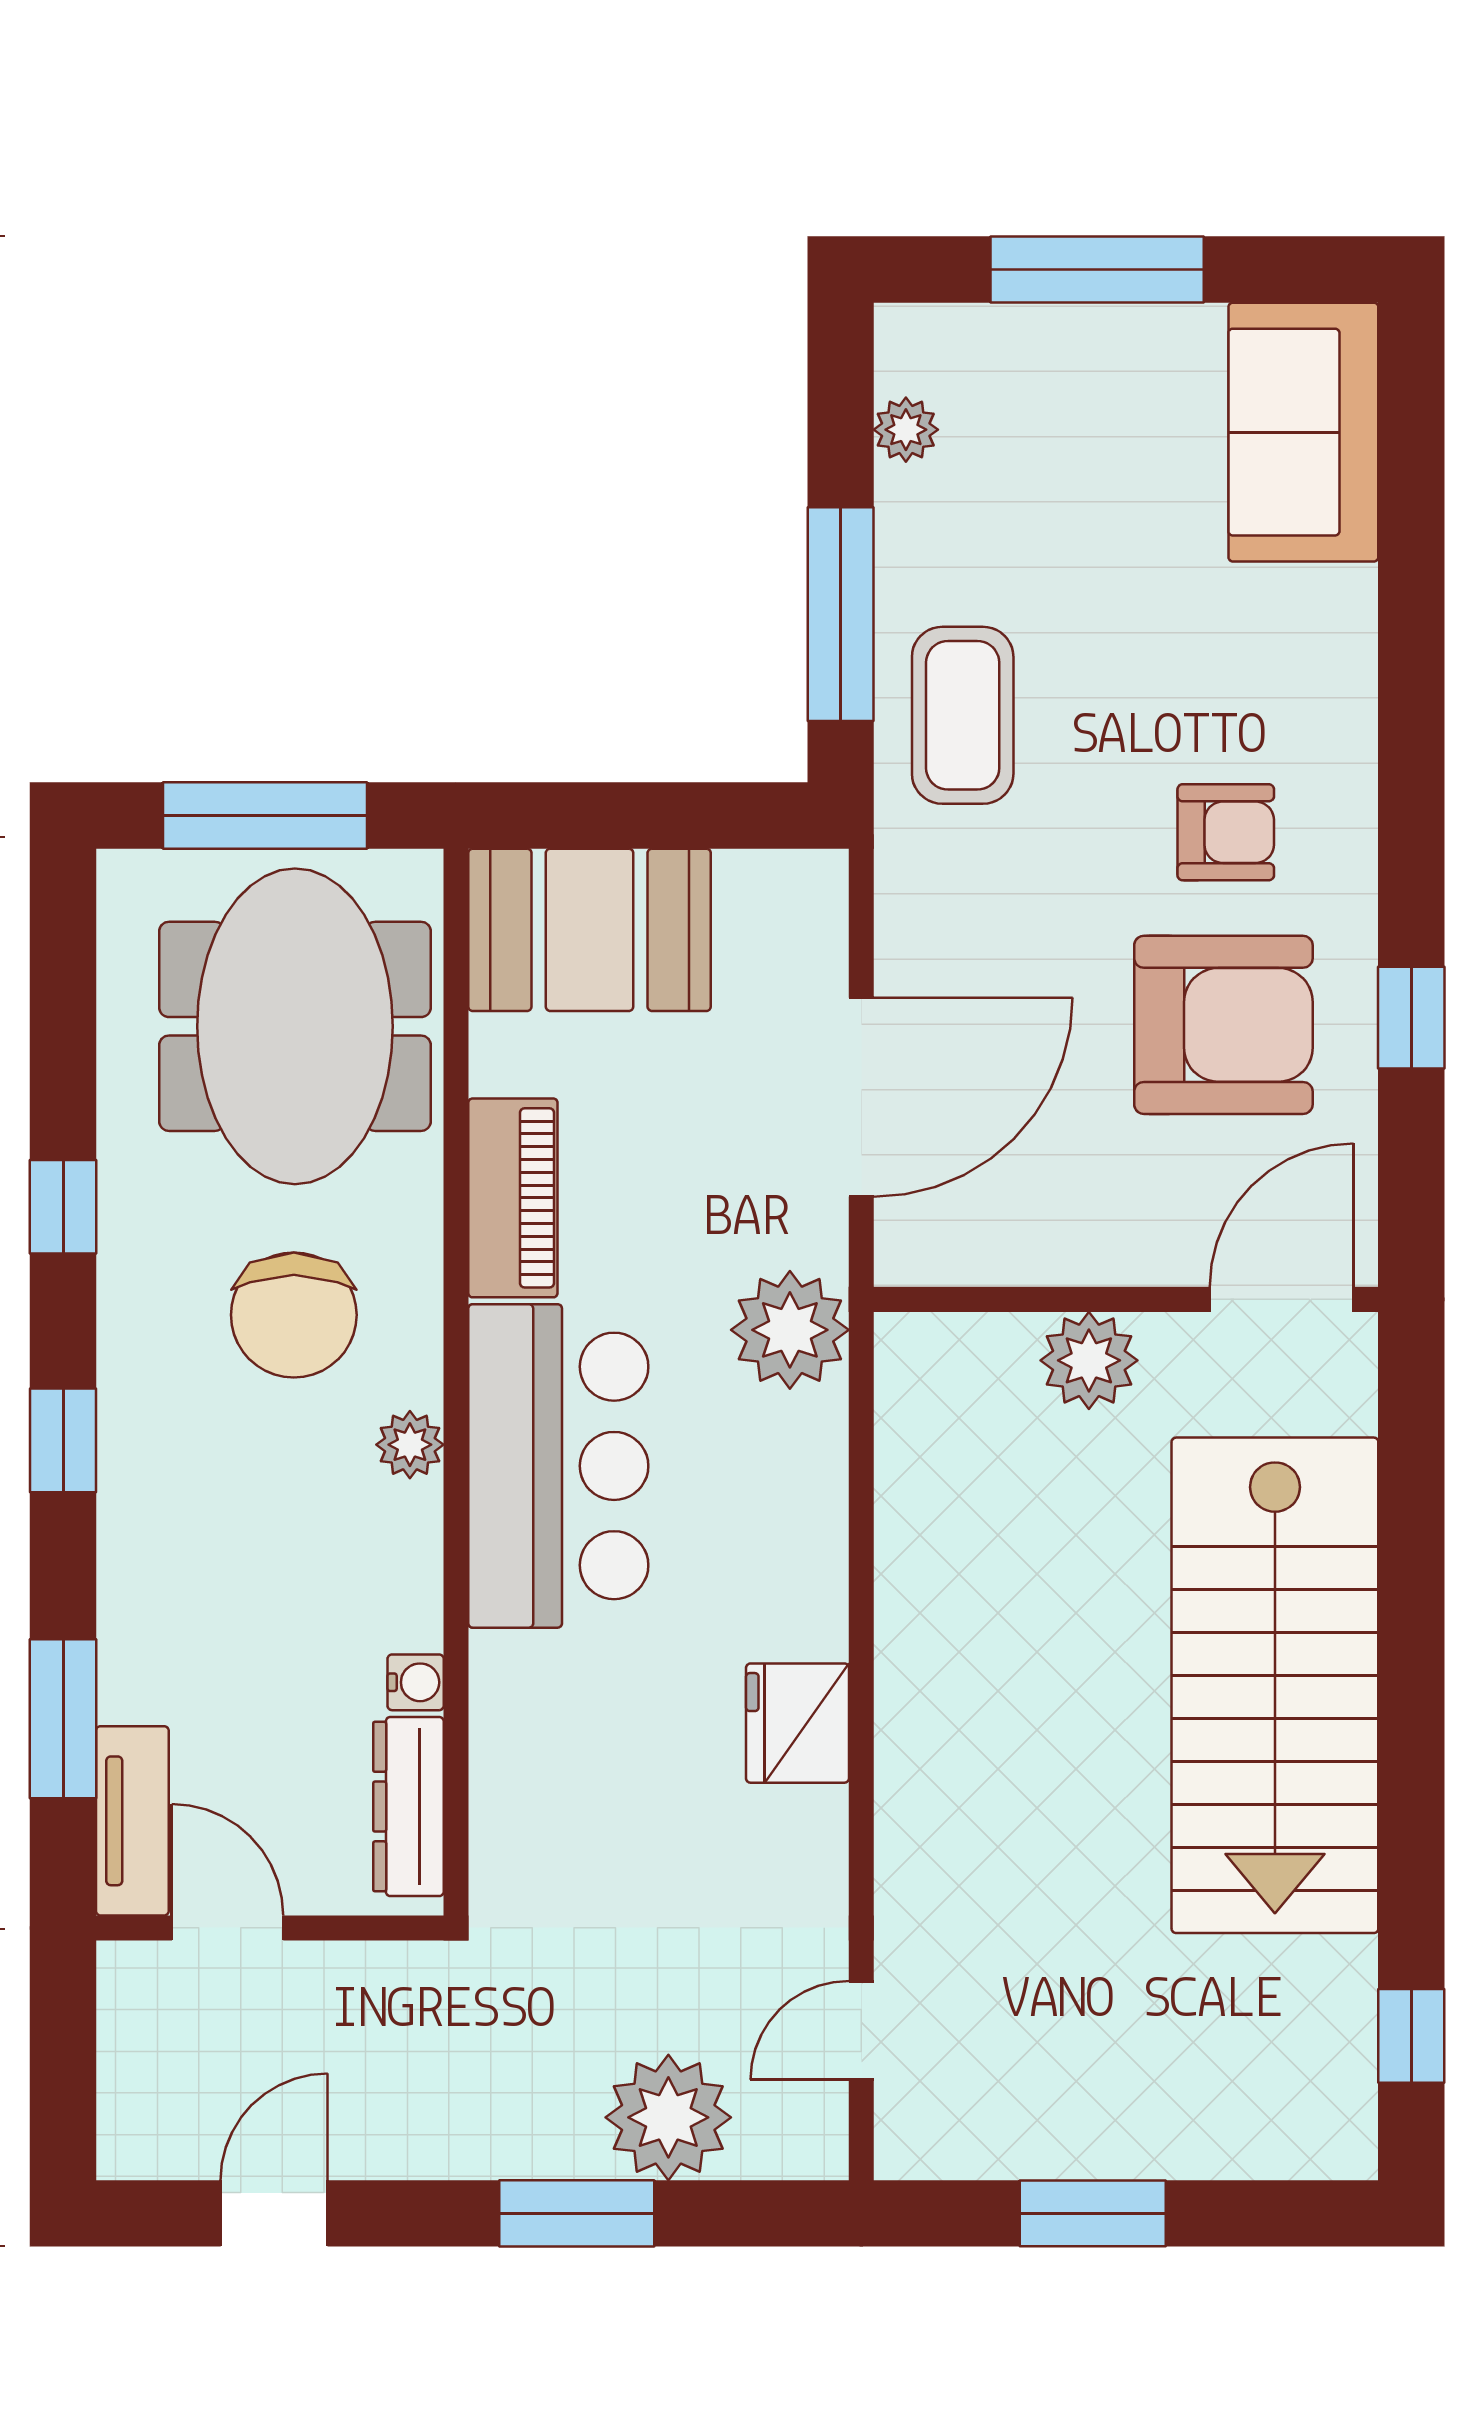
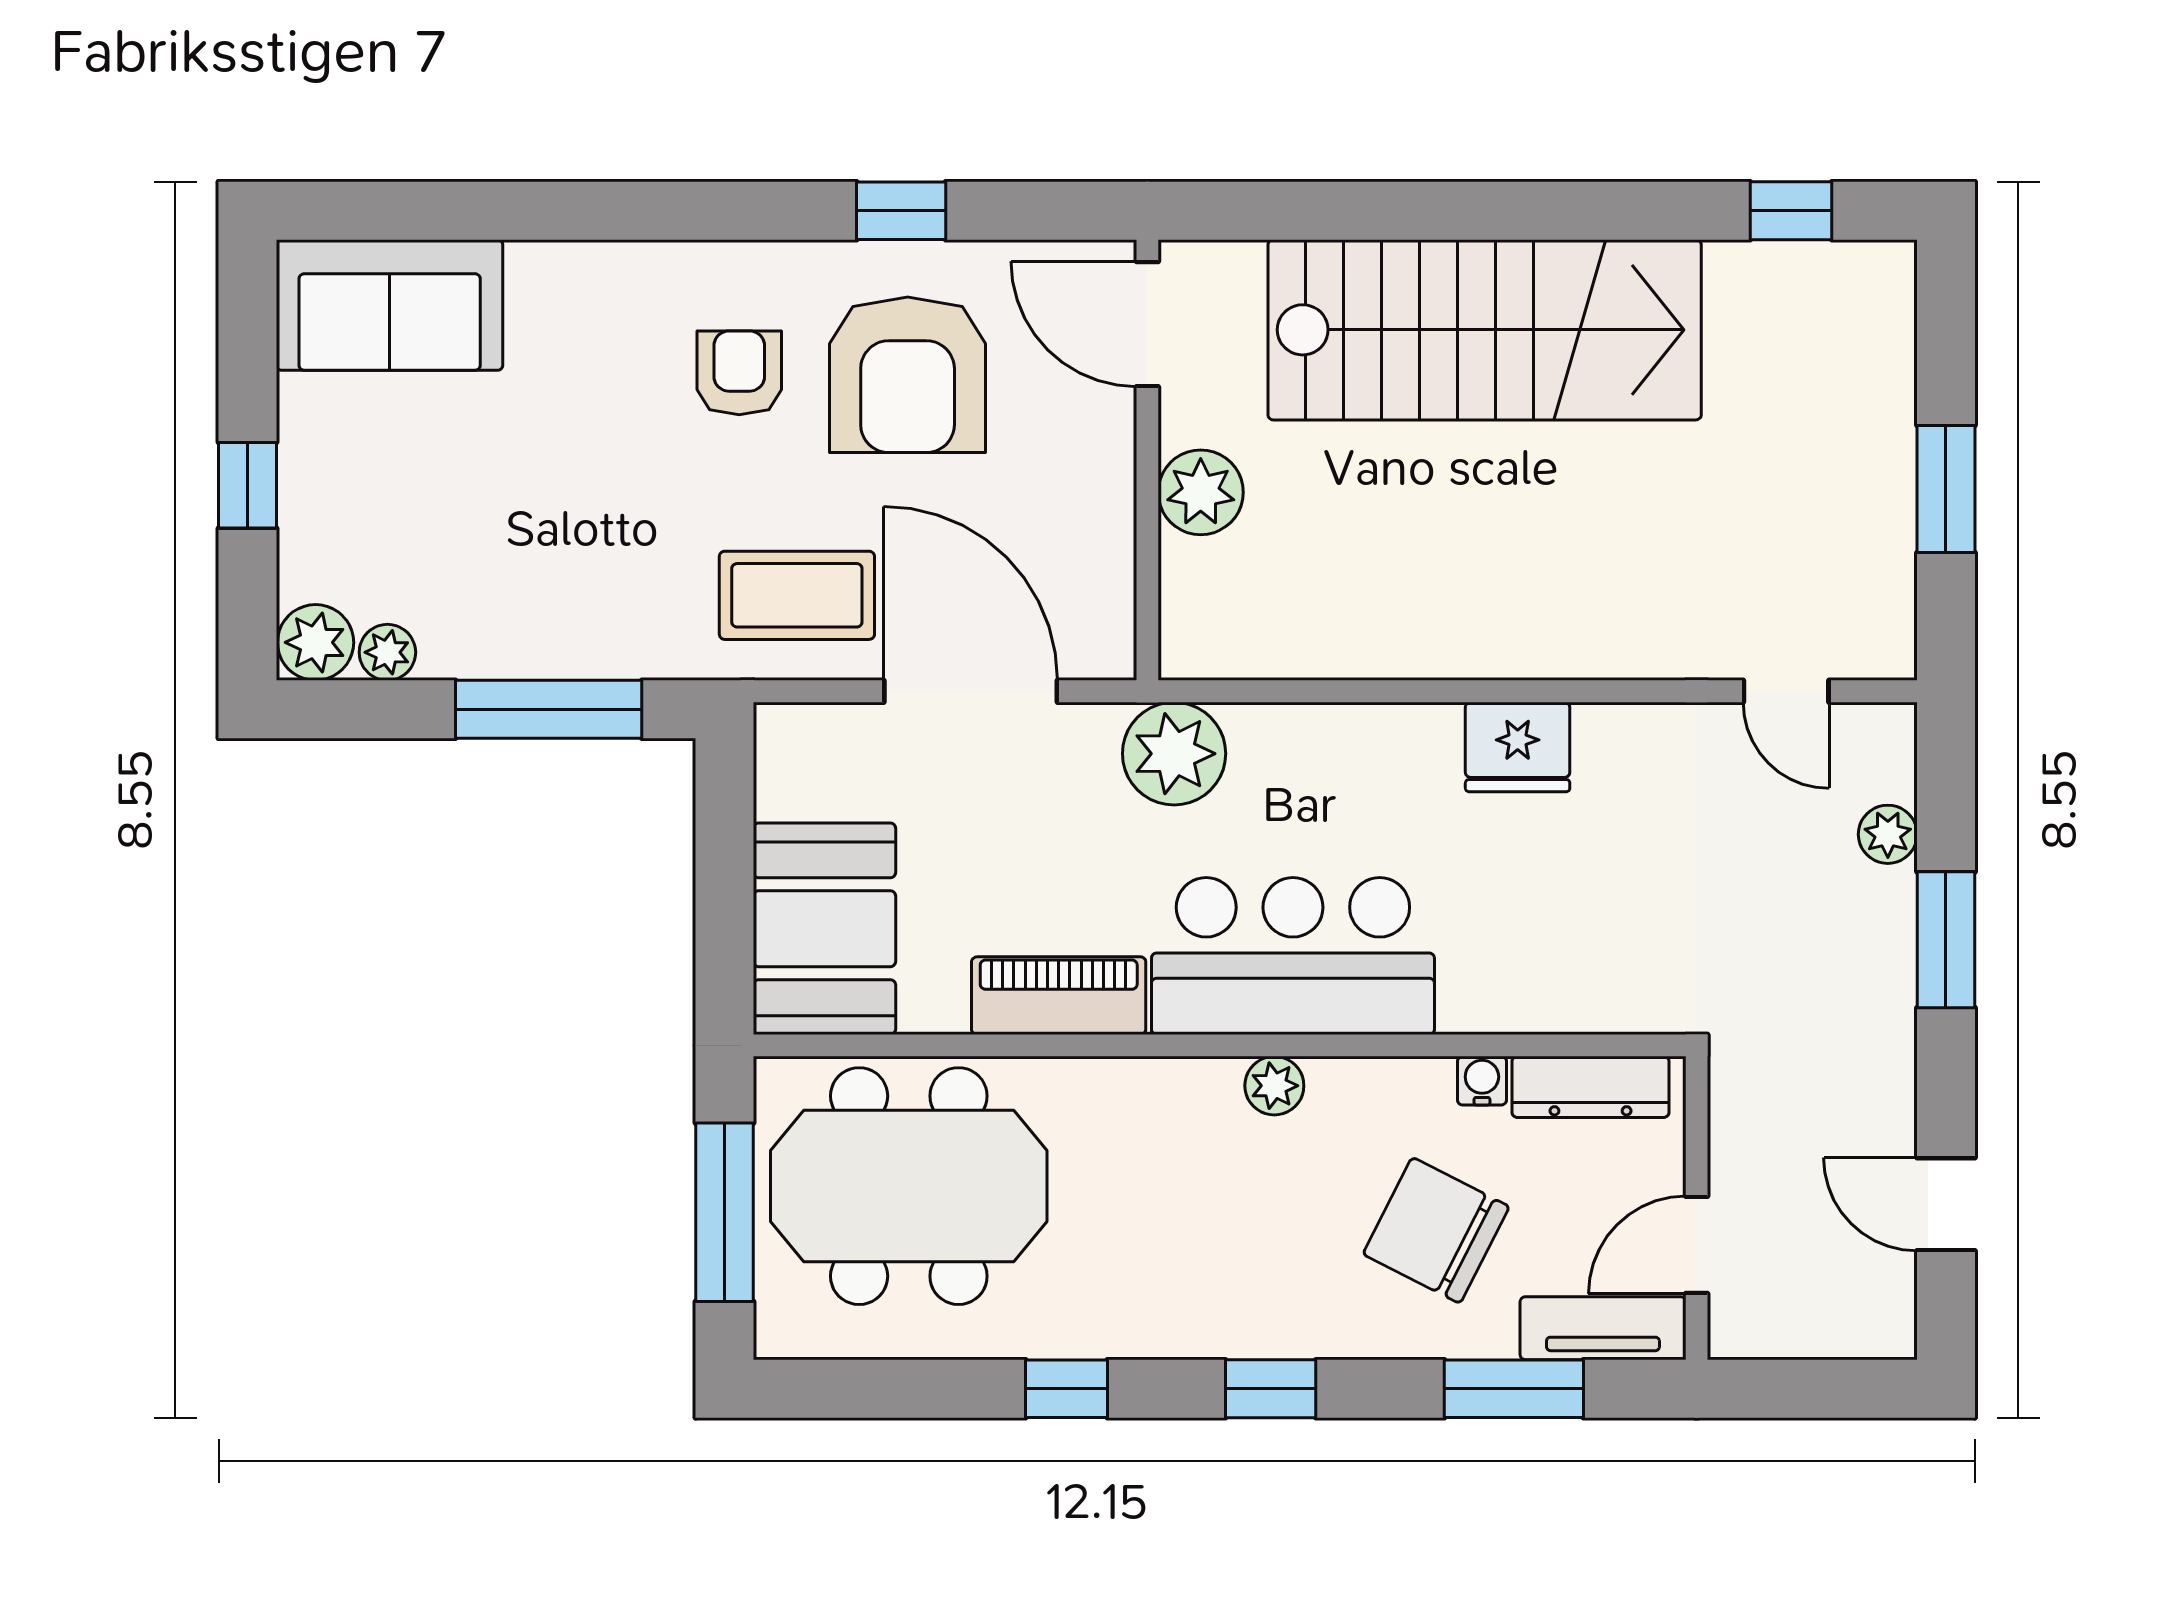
window: (1097, 270) -> (248, 485), width x0.46
plant: (917, 347) -> (316, 642), added
coffee table: (963, 715) -> (797, 595), moved
armchair: (1223, 1025) -> (908, 375), turned 180
chair: (294, 1315) -> (1436, 1230), moved, turned -153
plant: (668, 2117) -> (1888, 834), width x0.53, depth x0.53

